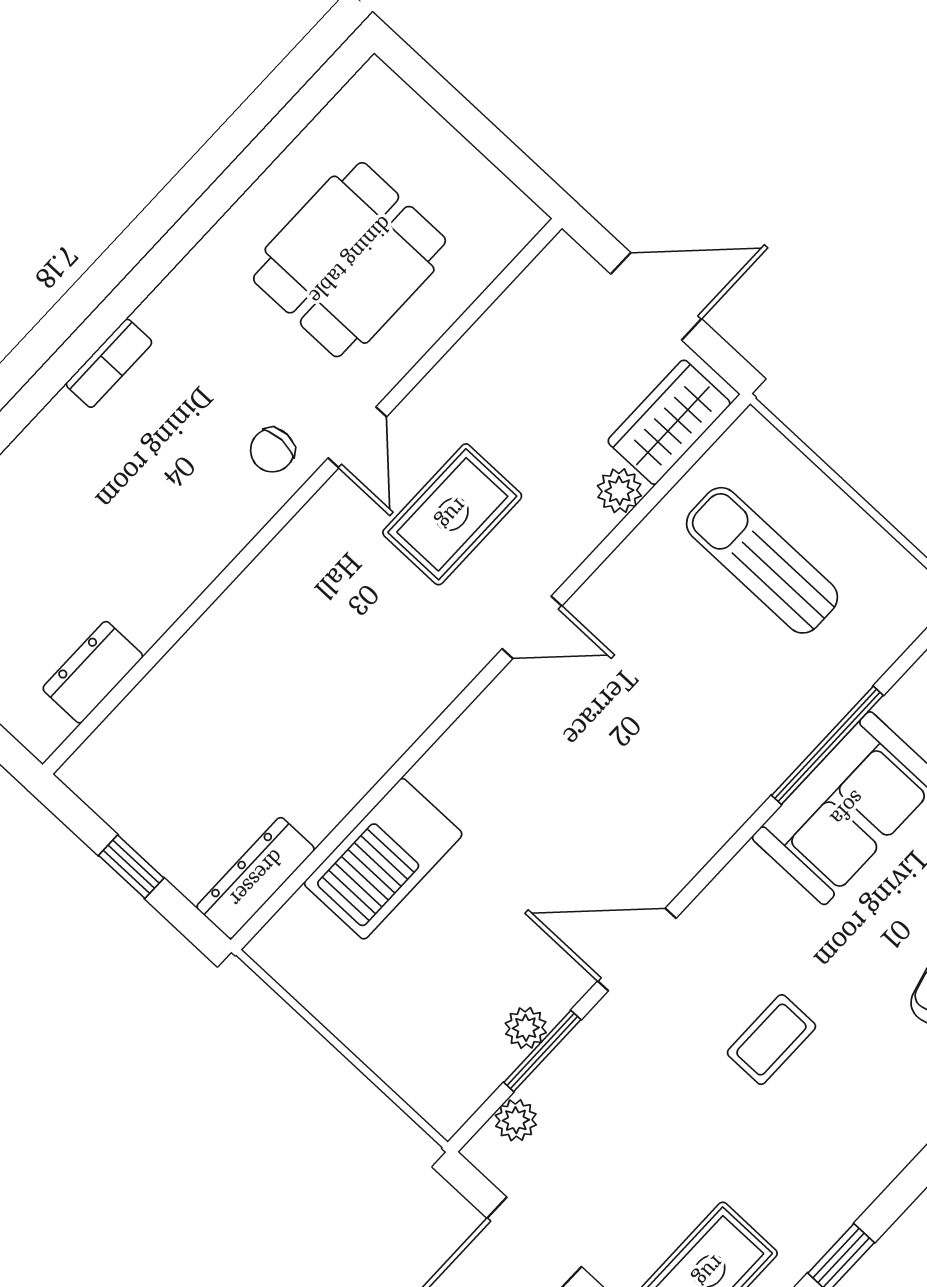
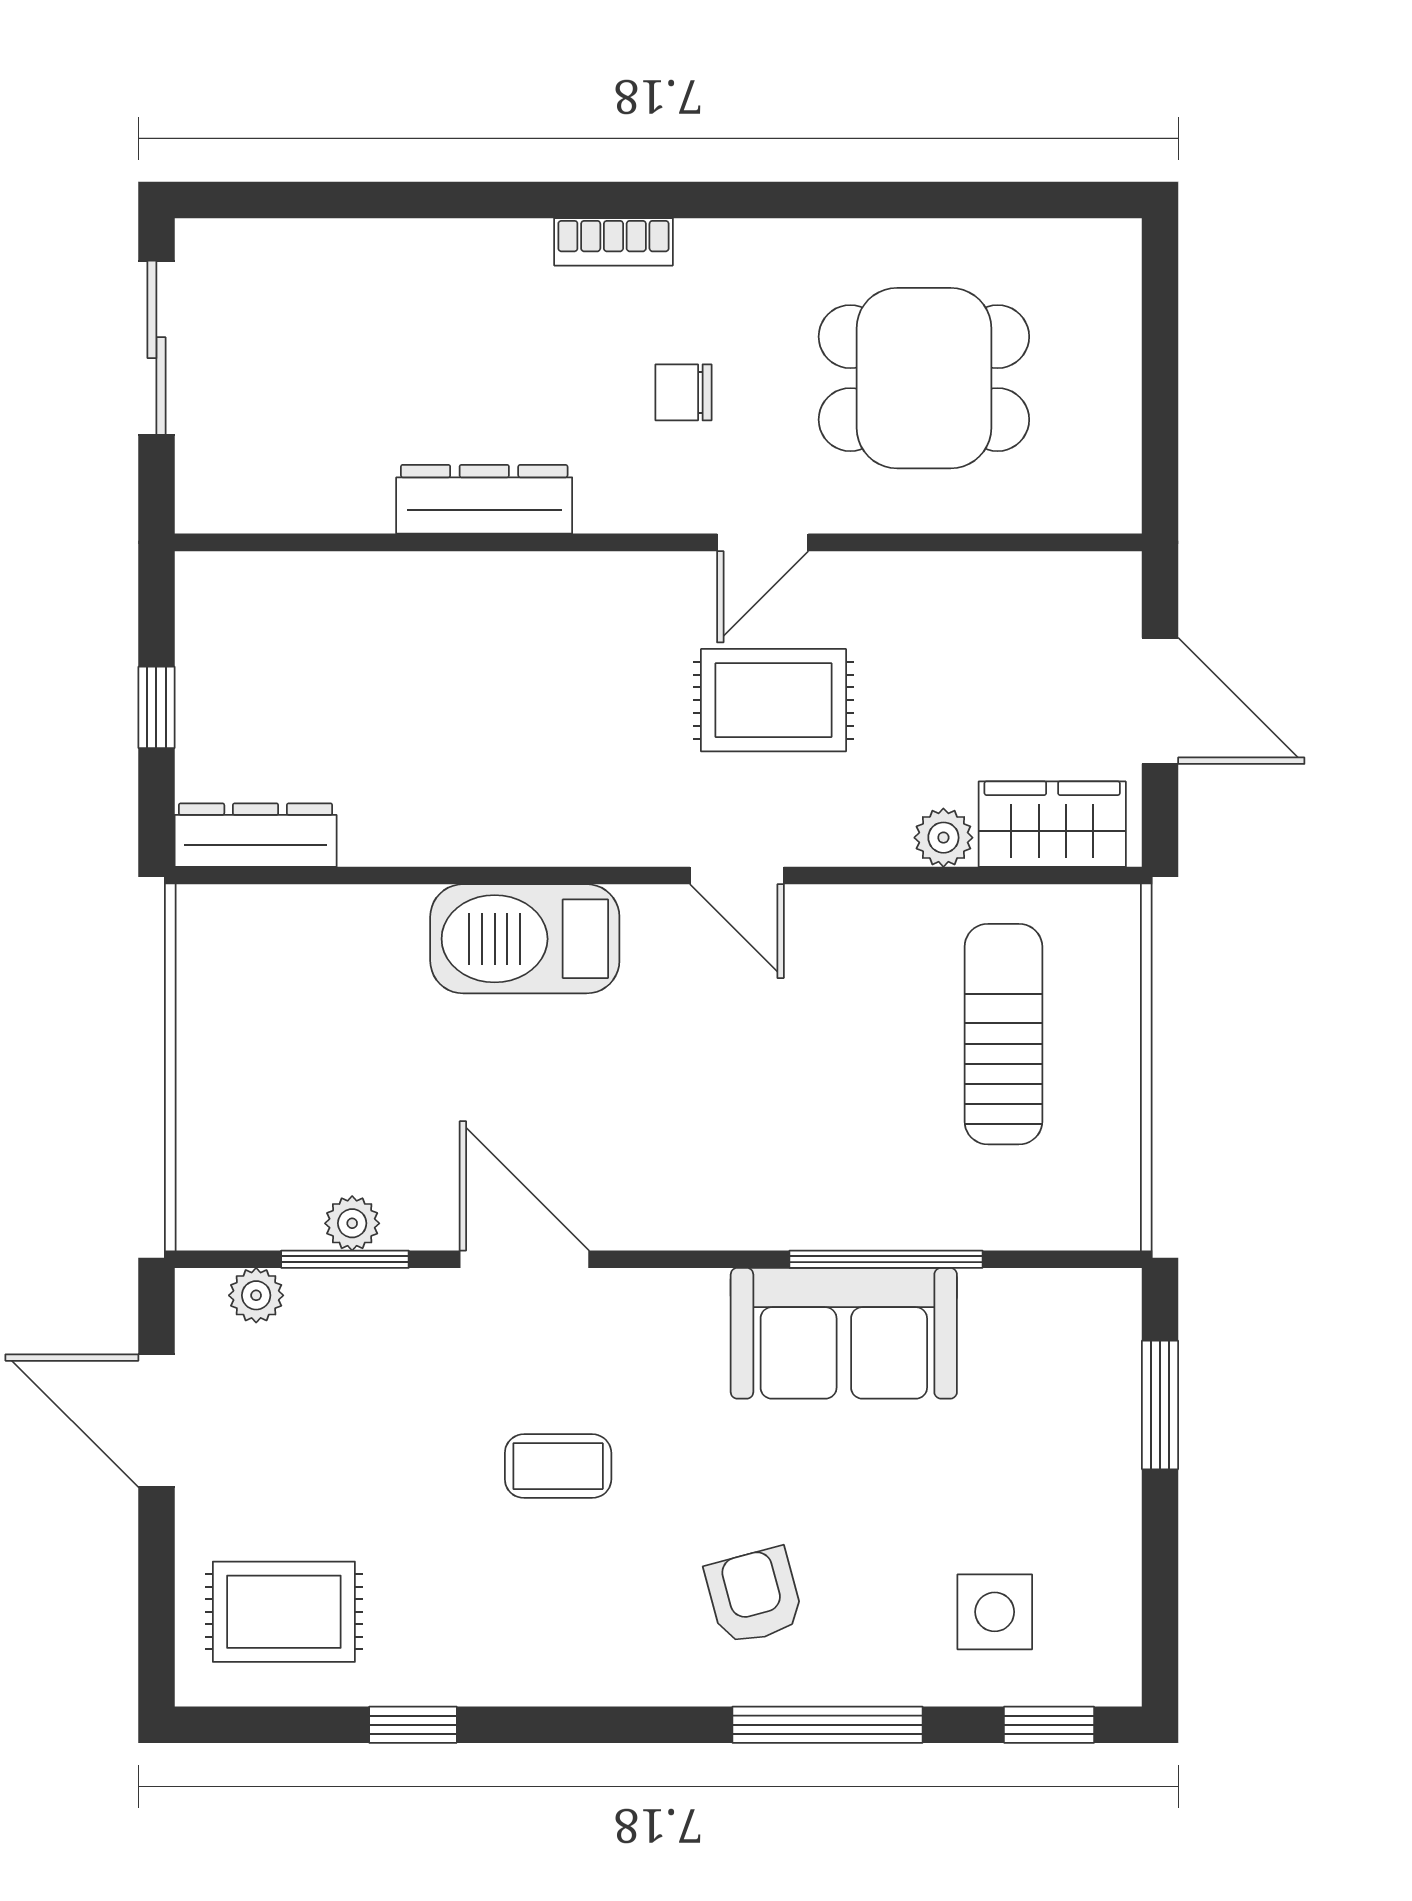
chair: (272, 450) -> (683, 392), moved
dresser: (93, 672) -> (484, 499), moved, width x1.44
barbecue: (383, 859) -> (525, 939), moved

